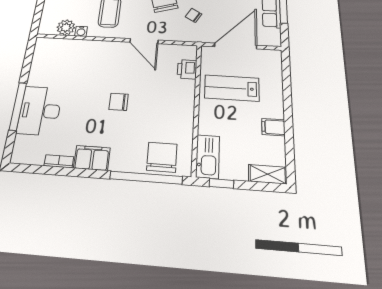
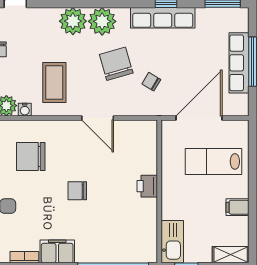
printer: (187, 69) -> (147, 186), moved
lab bench: (232, 88) -> (213, 161), moved
chair: (162, 157) -> (31, 156), moved, turned -90

